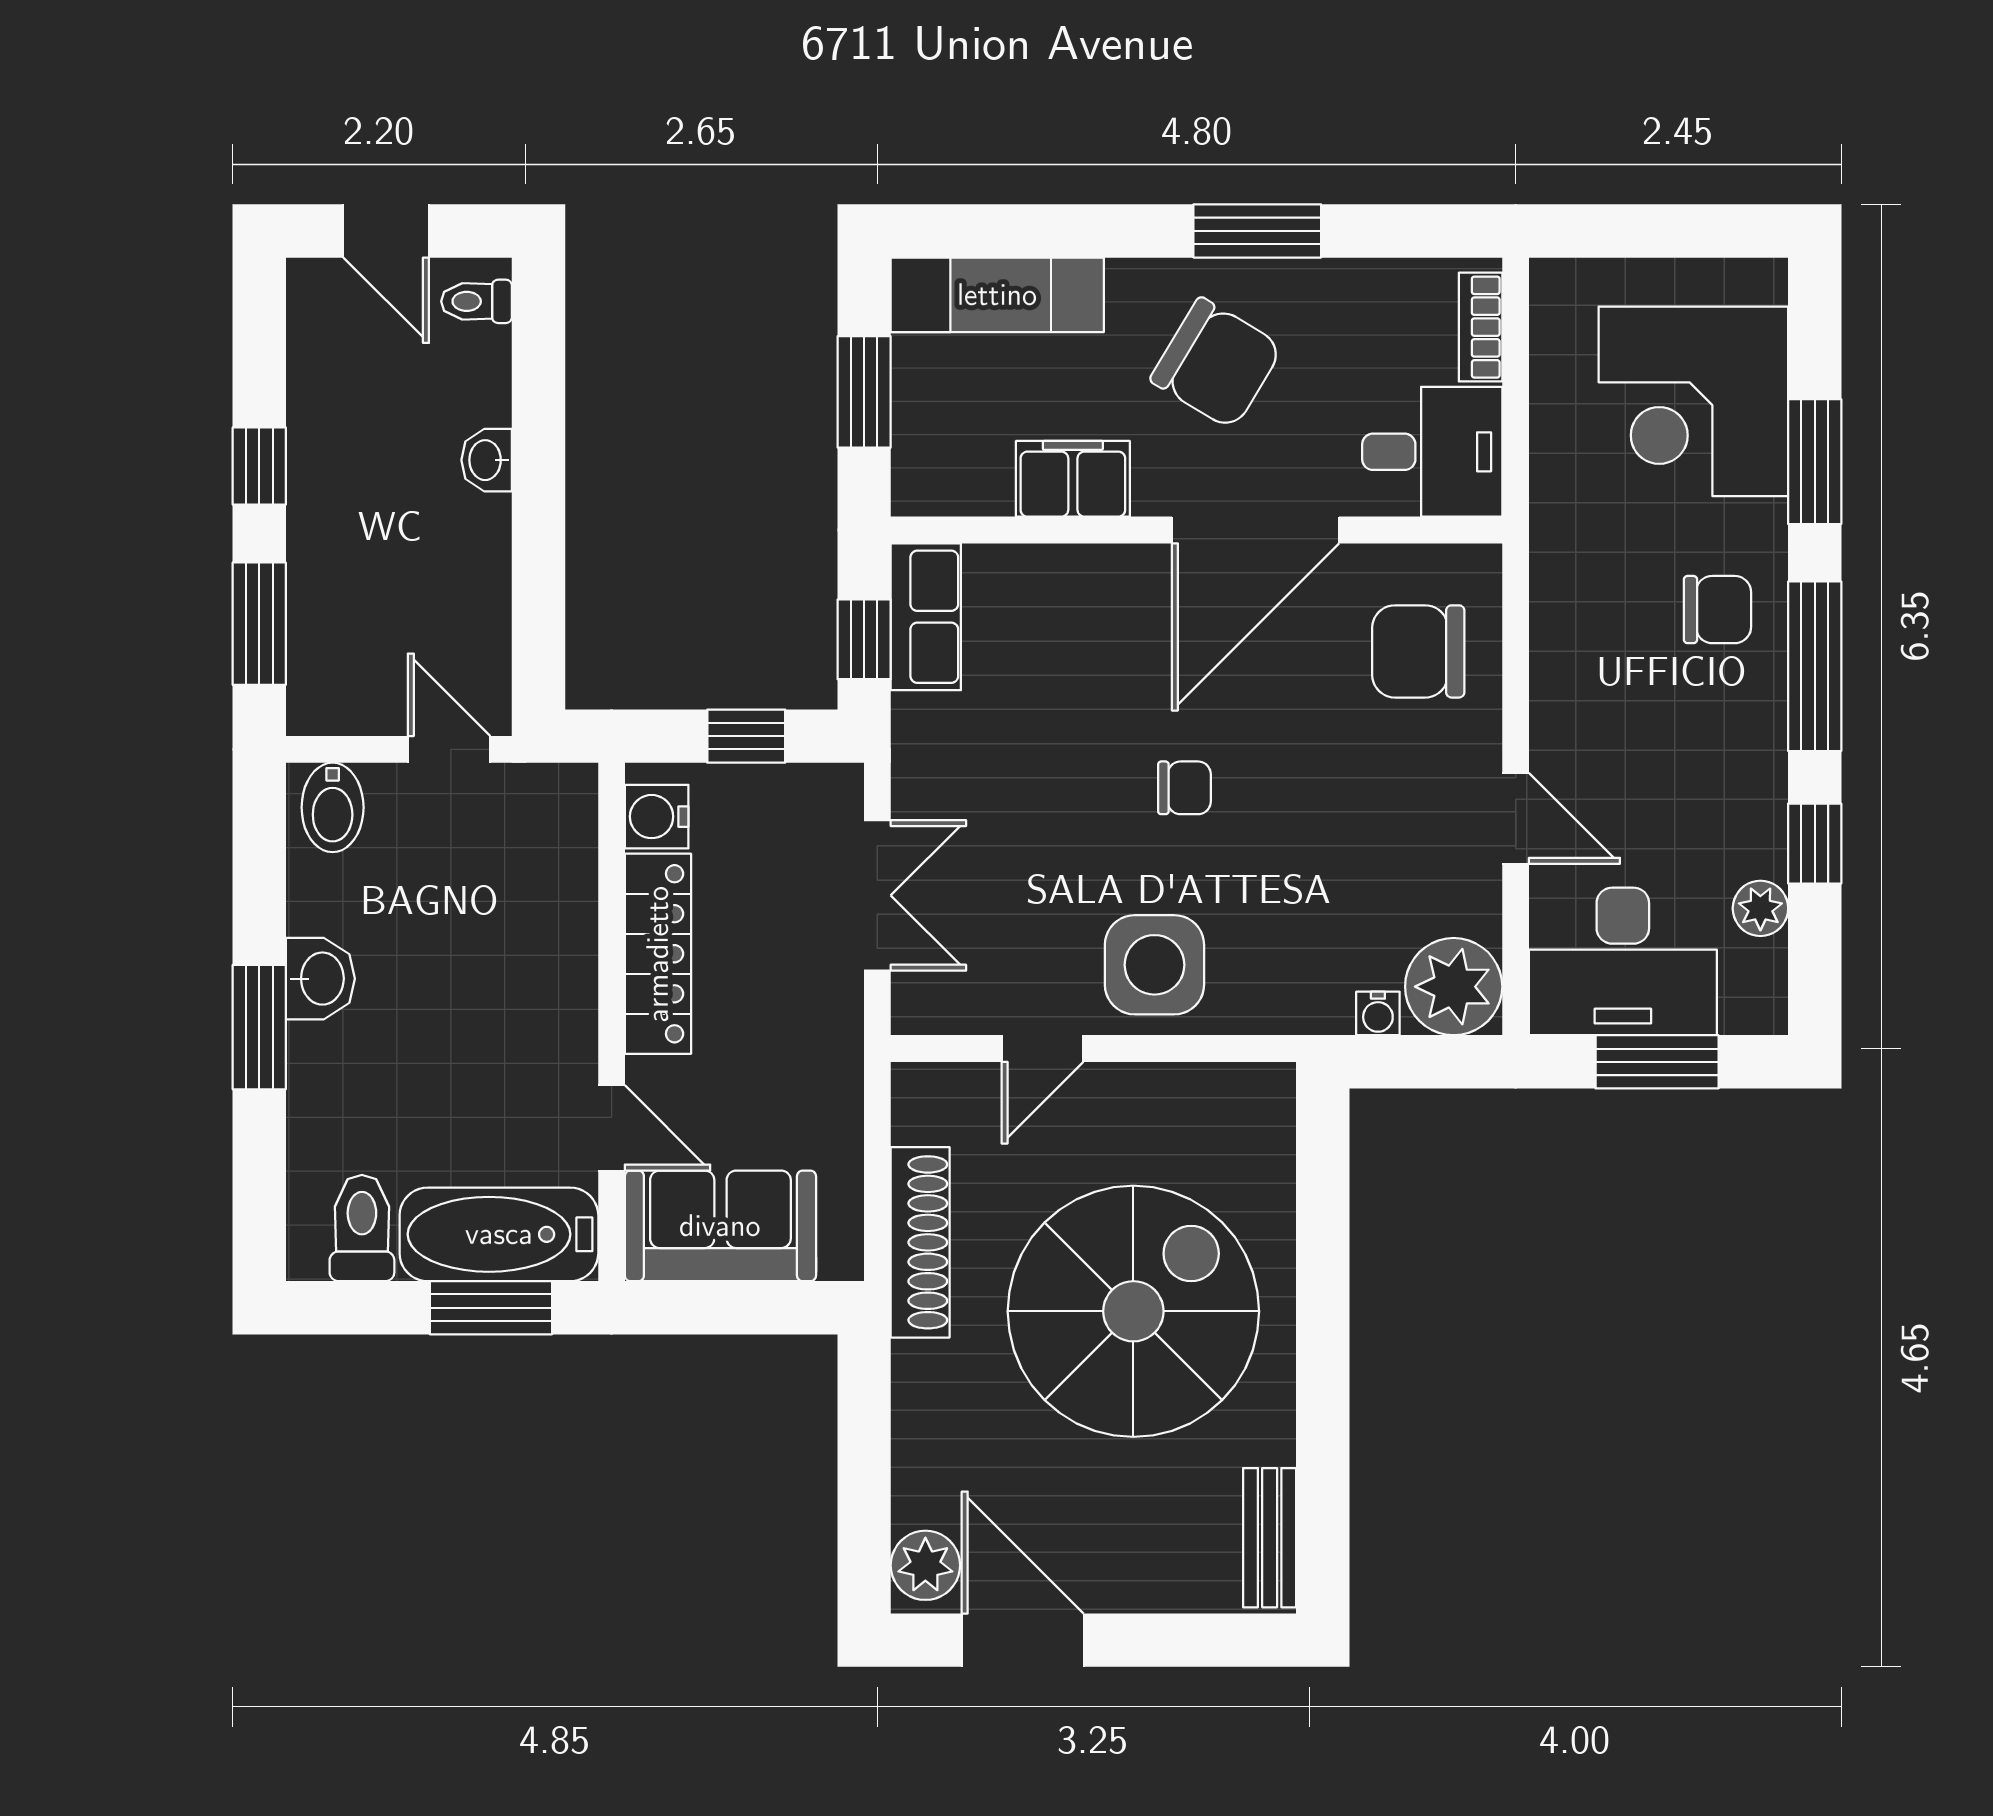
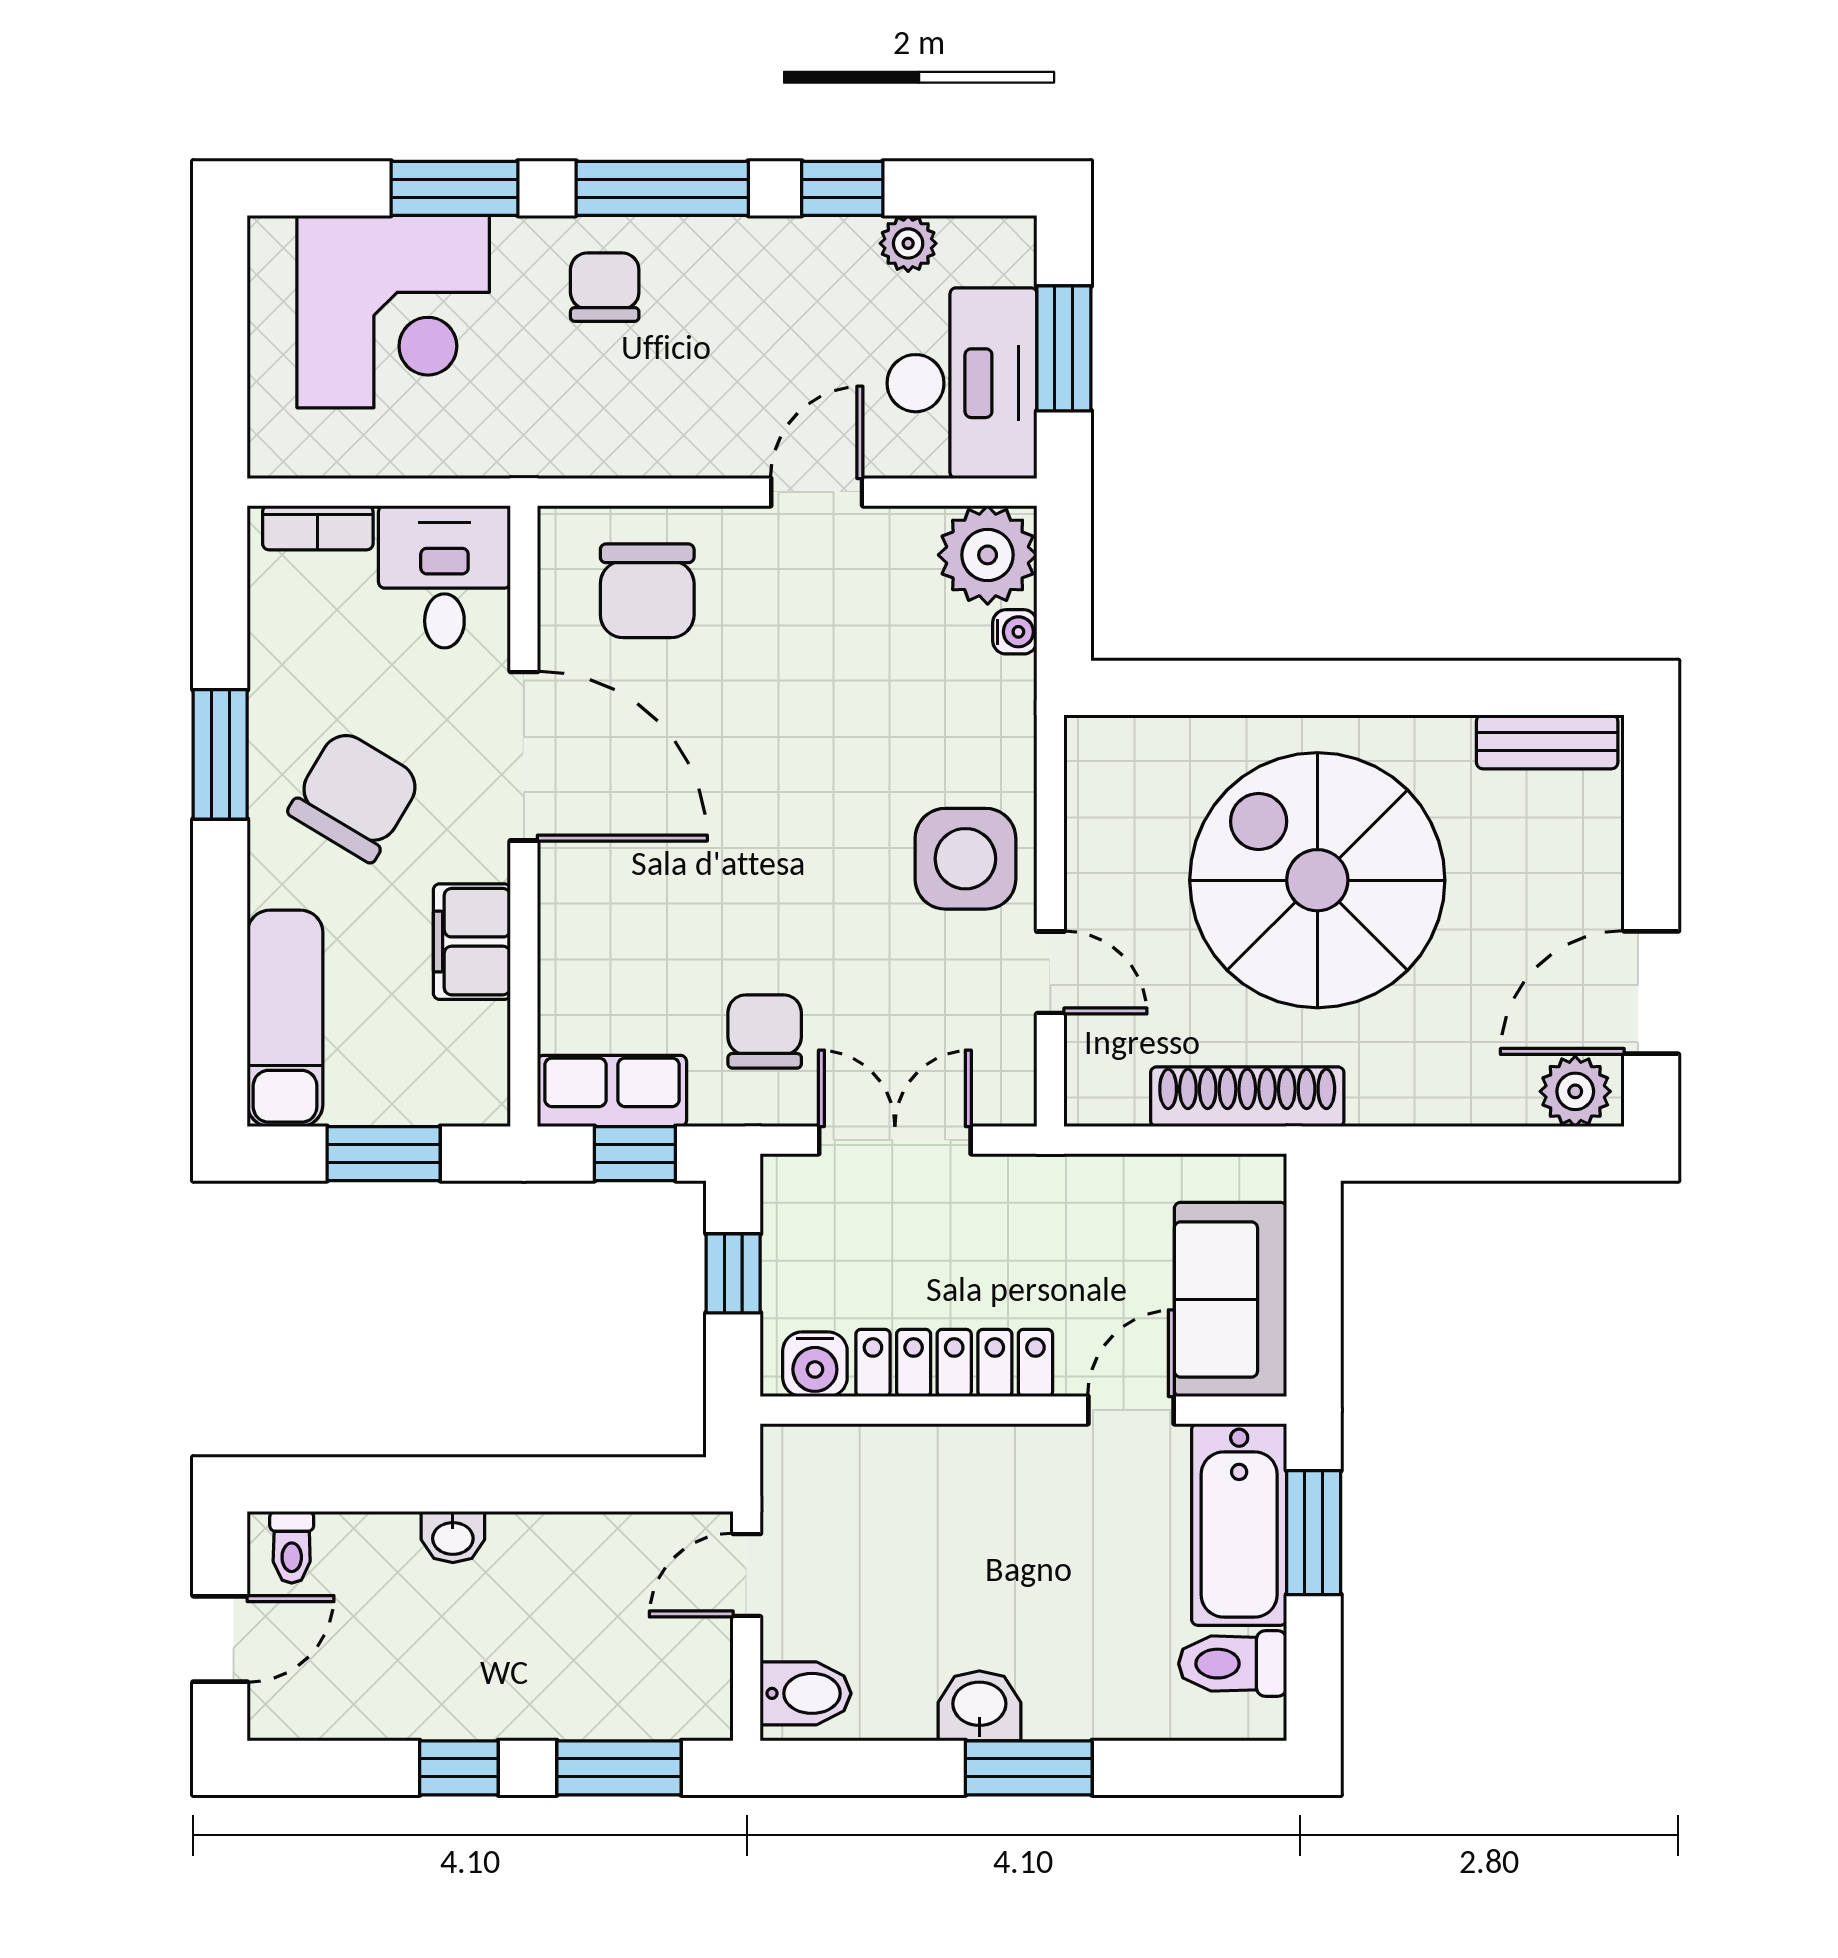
chair: (1184, 788) -> (765, 1031), moved, width x1.37, depth x1.37

